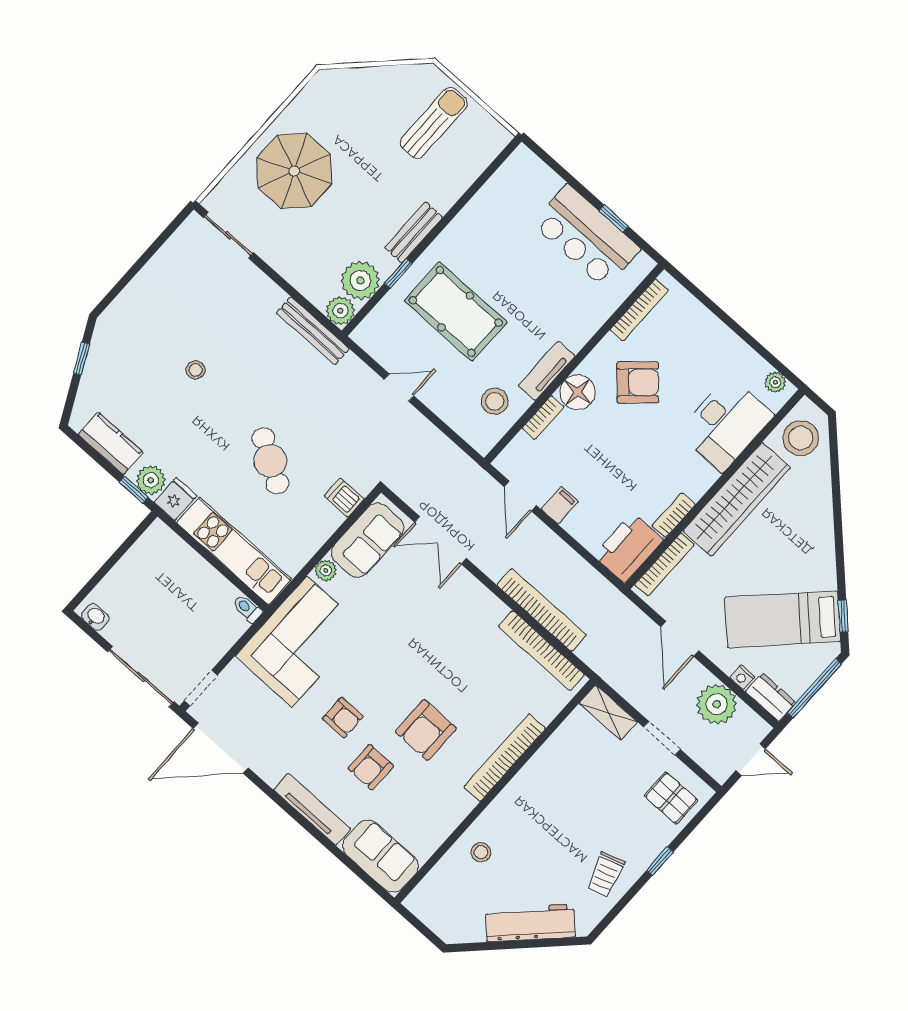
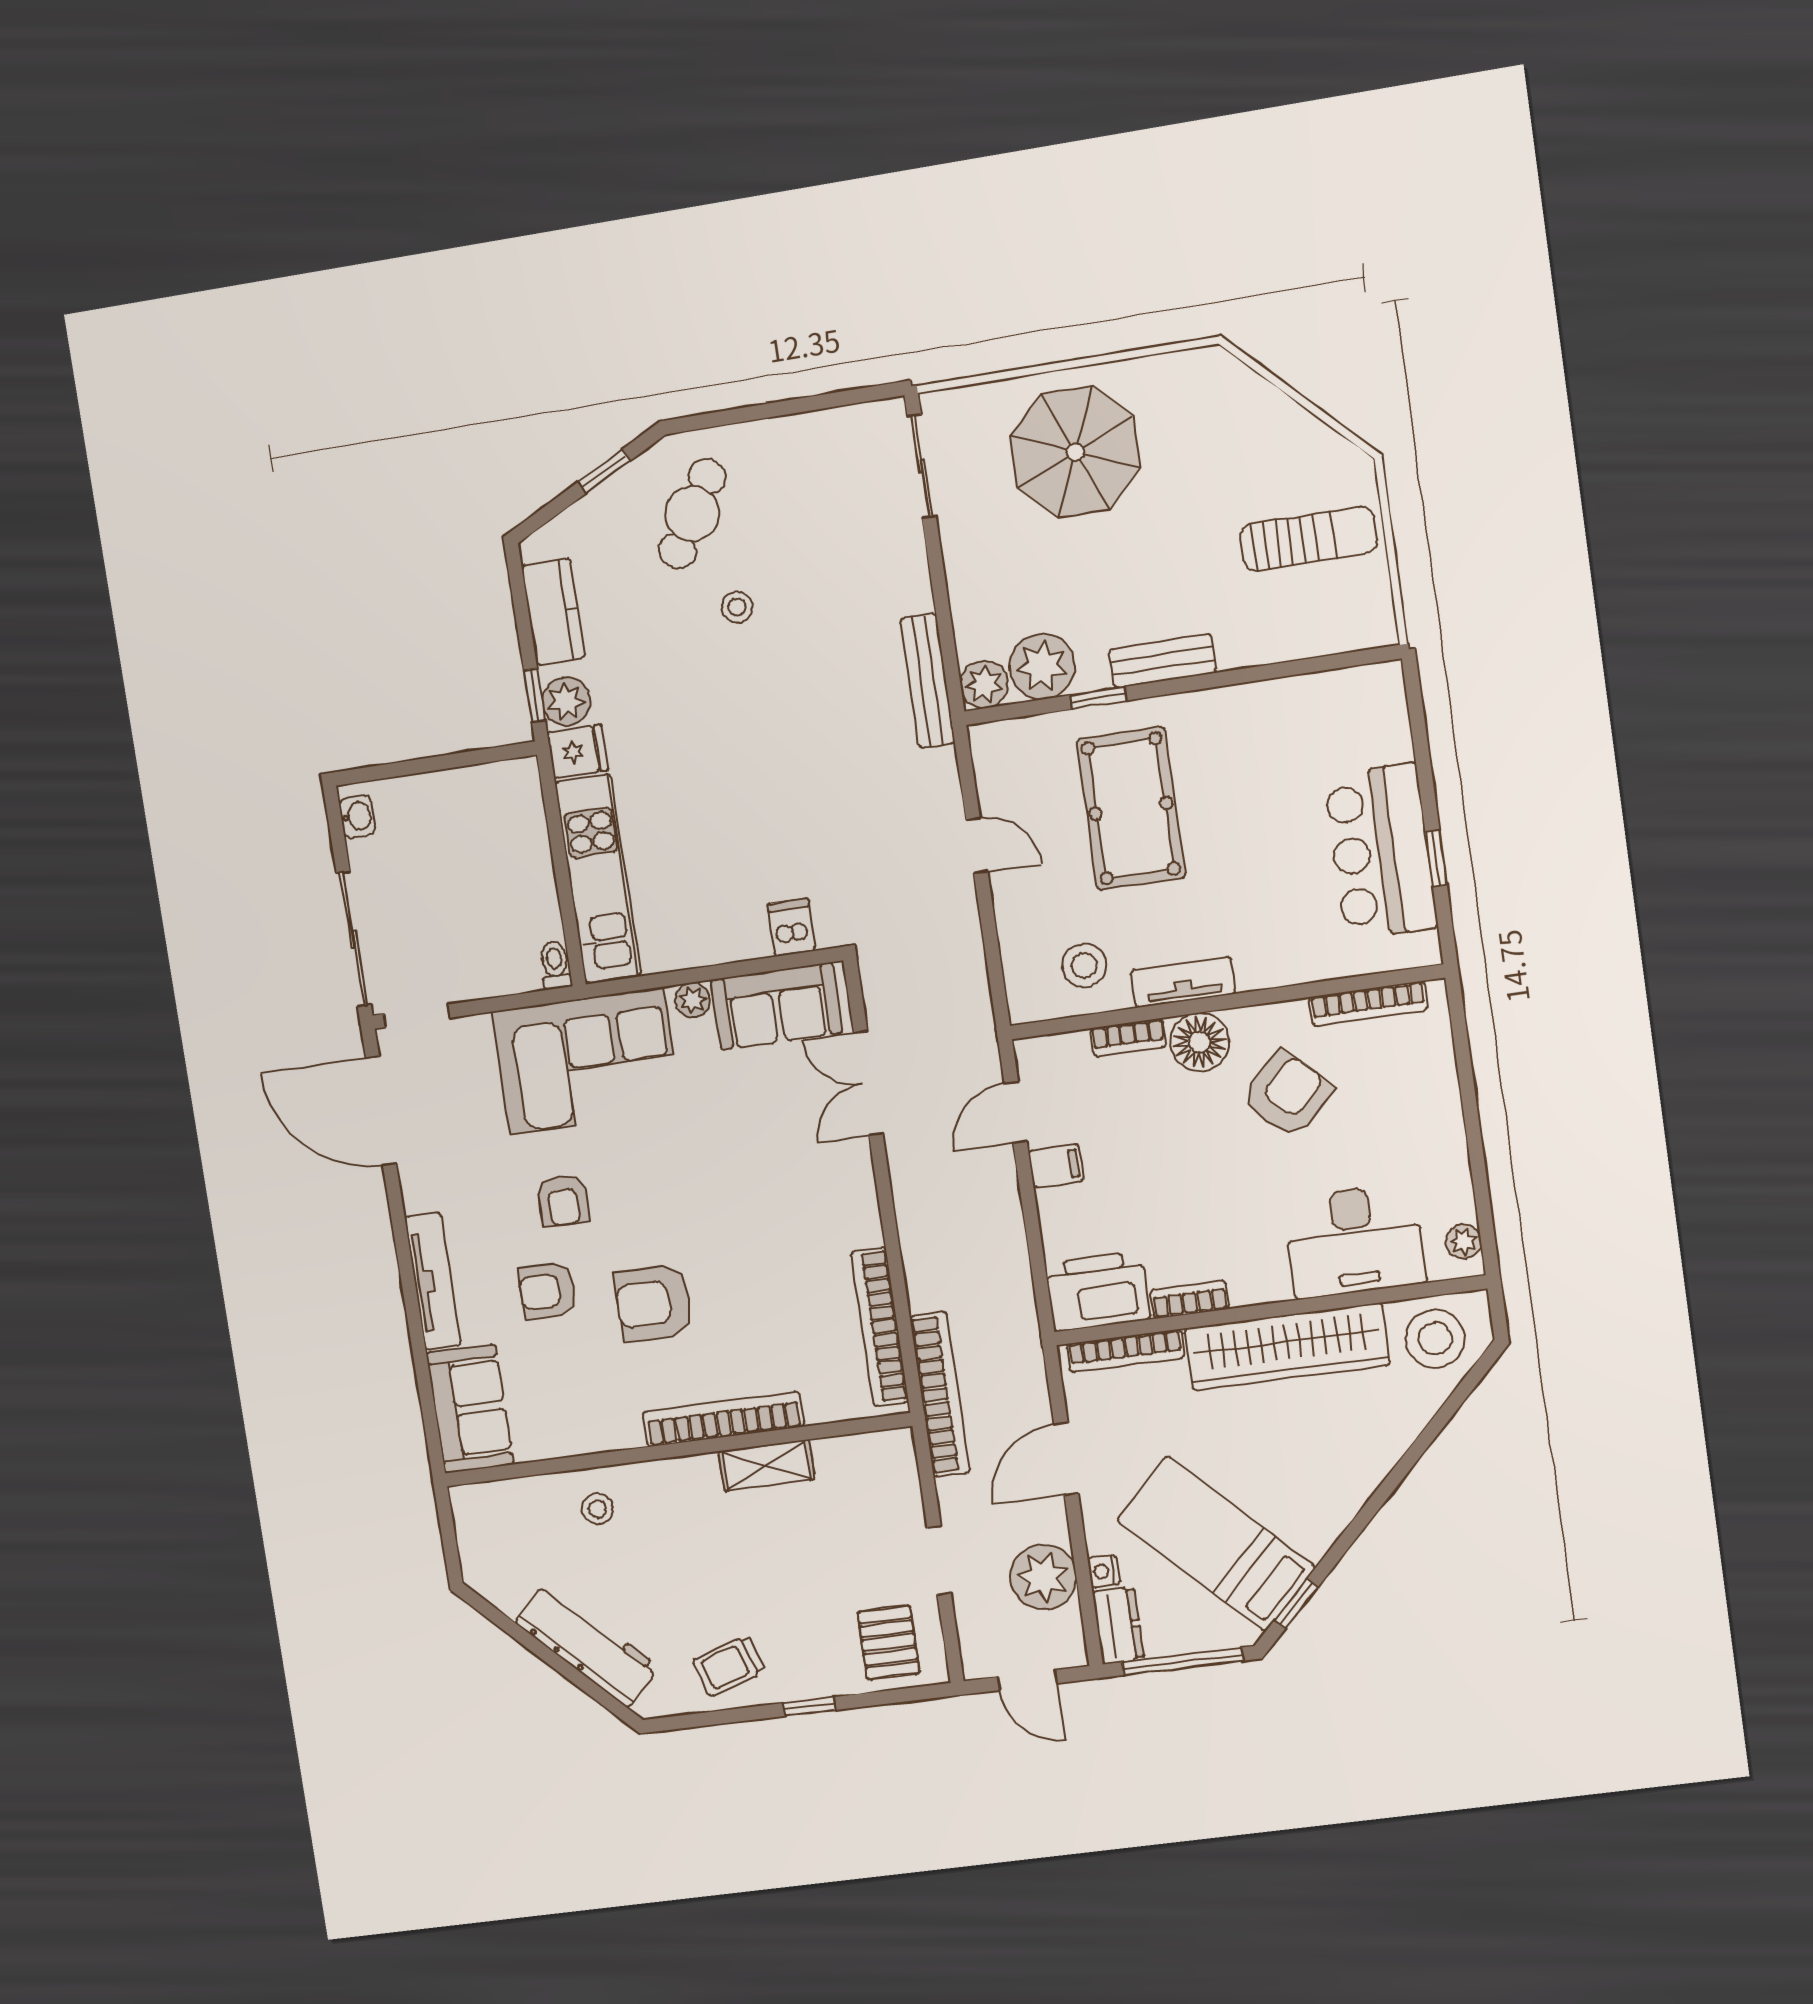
armchair: (638, 382) -> (1287, 1094), turned -93
cafe table: (270, 461) -> (692, 514), moved
bookcase: (542, 610) -> (940, 1394), moved
shelving: (608, 713) -> (766, 1465), moved, turned 90

